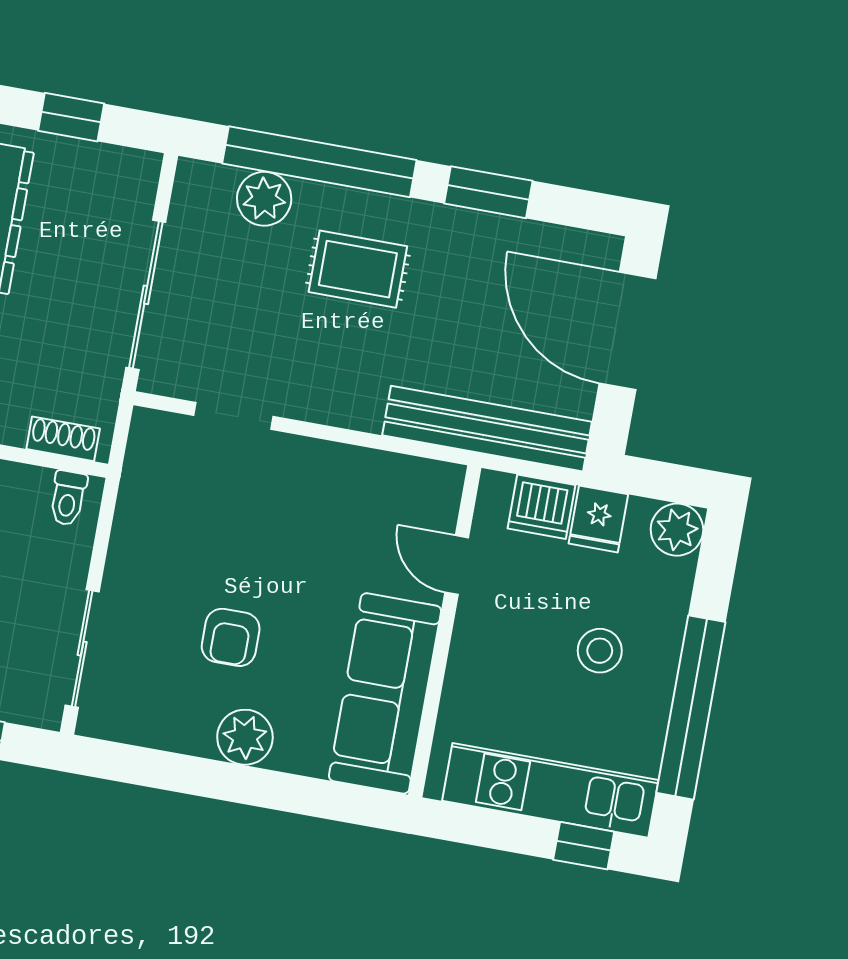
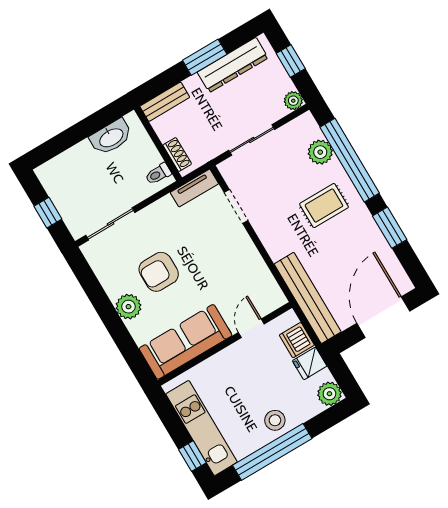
plant: (140, 170) -> (293, 101), added
rug: (358, 269) -> (324, 206), turned 90
sliding door: (146, 295) -> (252, 140), width x0.73
tv unit: (143, 458) -> (194, 188), added
armchair: (231, 637) -> (159, 272), width x1.38, depth x1.38
stool: (600, 651) -> (275, 420), moved

